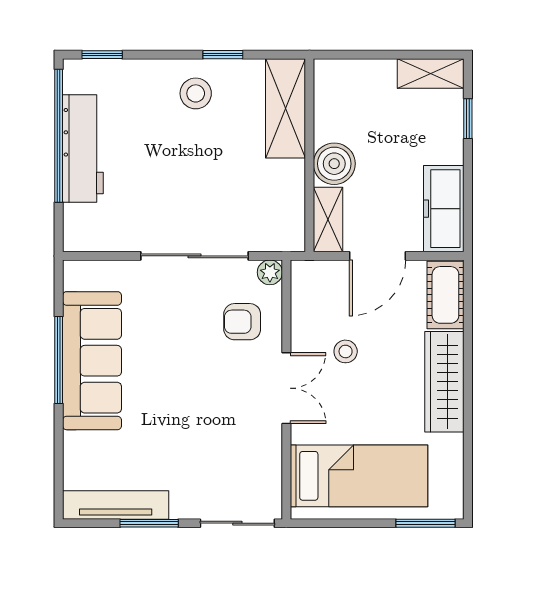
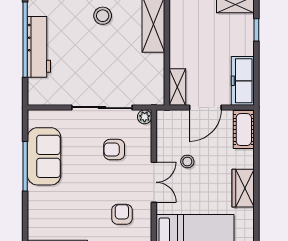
boiler: (334, 164) -> (181, 55), removed
armchair: (242, 322) -> (114, 150), moved
sofa: (92, 361) -> (44, 156), width x0.73
wardrobe: (444, 382) -> (243, 188), width x0.67
armchair: (230, 445) -> (122, 214), added

